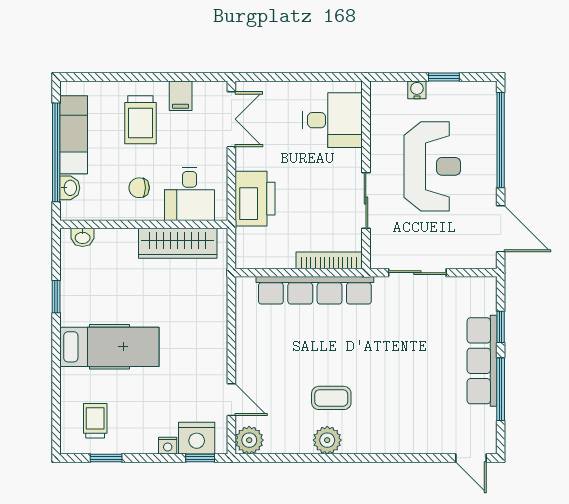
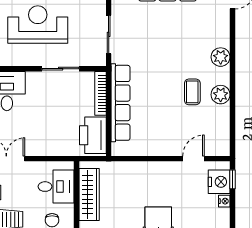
printer: (255, 199) -> (93, 135), moved, turned -90
plant: (249, 440) -> (221, 57), moved

